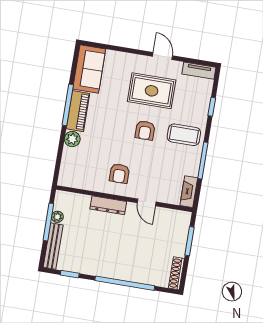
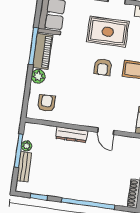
armchair: (119, 174) -> (46, 103), moved, turned 180
bench: (53, 246) -> (24, 167), width x0.73

